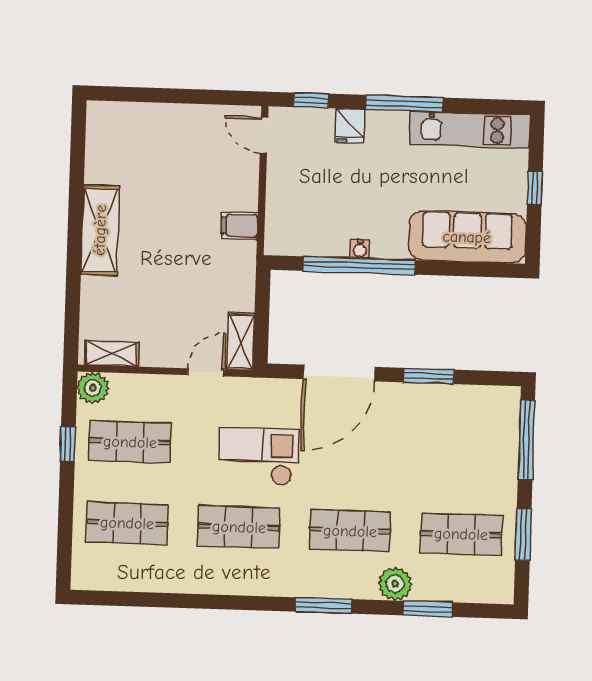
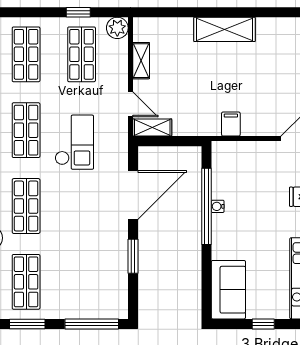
sofa: (467, 237) -> (228, 290), width x0.73
shelving: (112, 354) -> (141, 61), moved
door: (339, 373) -> (133, 195), swing flipped

